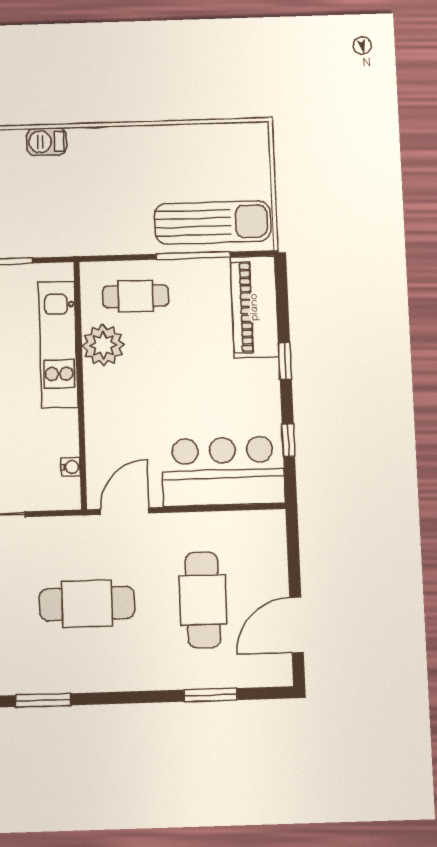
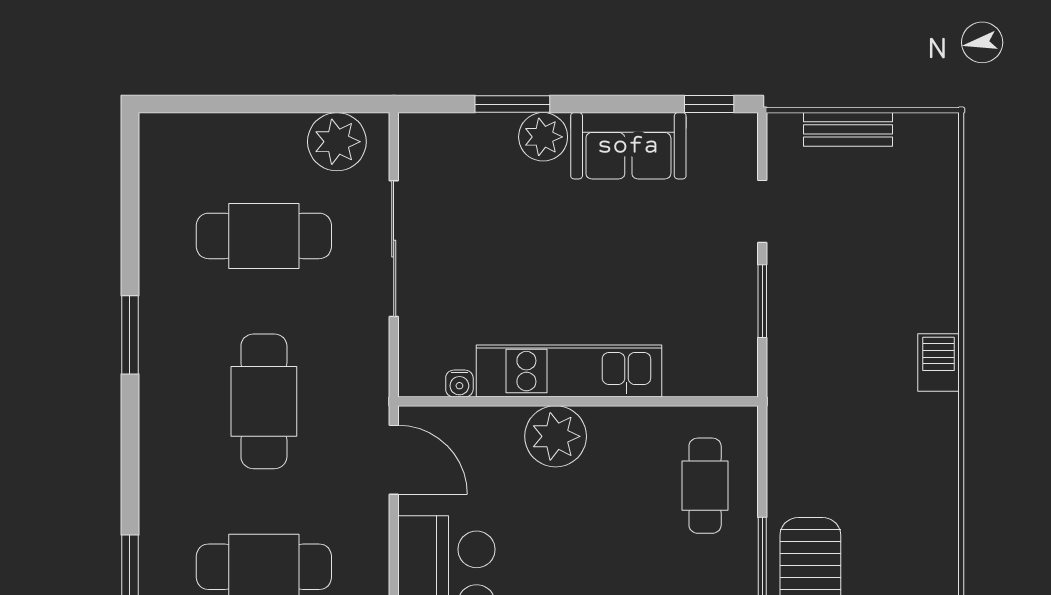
kitchen unit: (58, 345) -> (569, 371), moved
plant: (103, 345) -> (556, 436), moved

